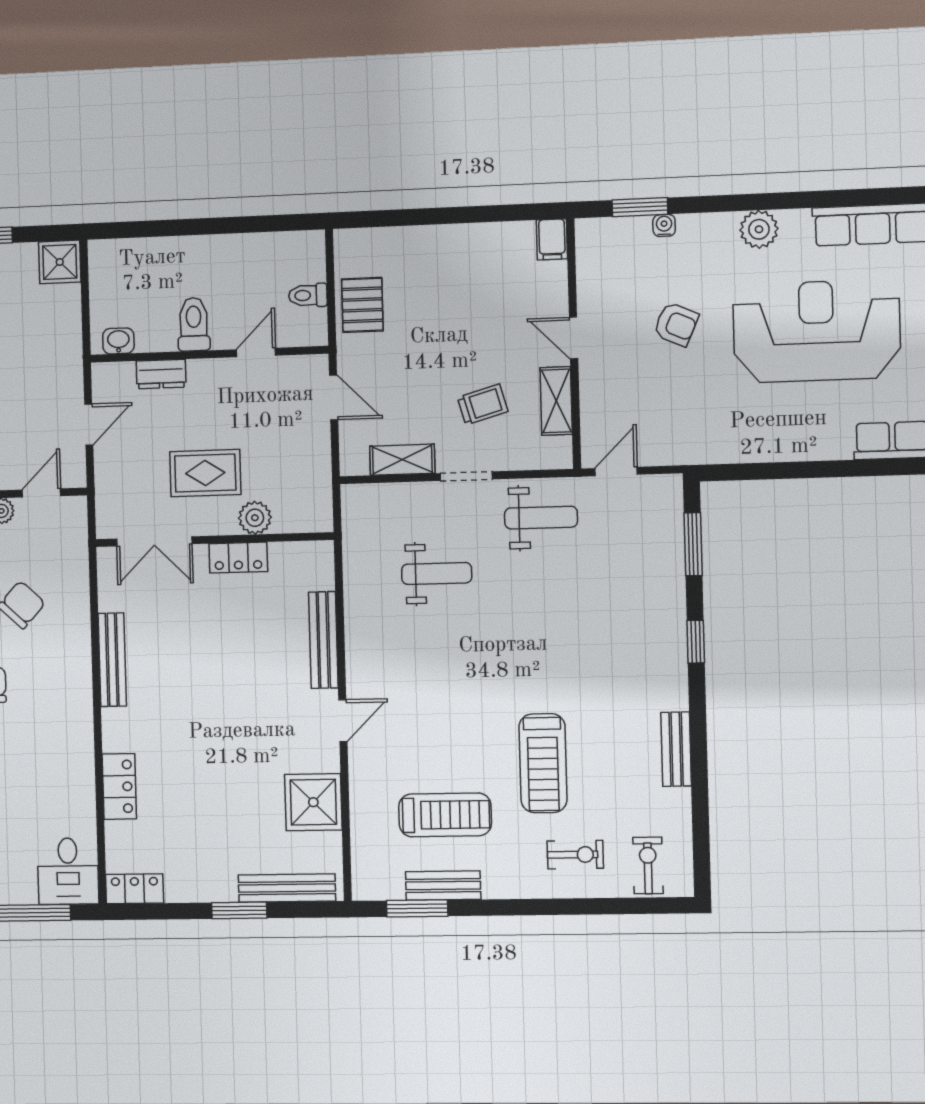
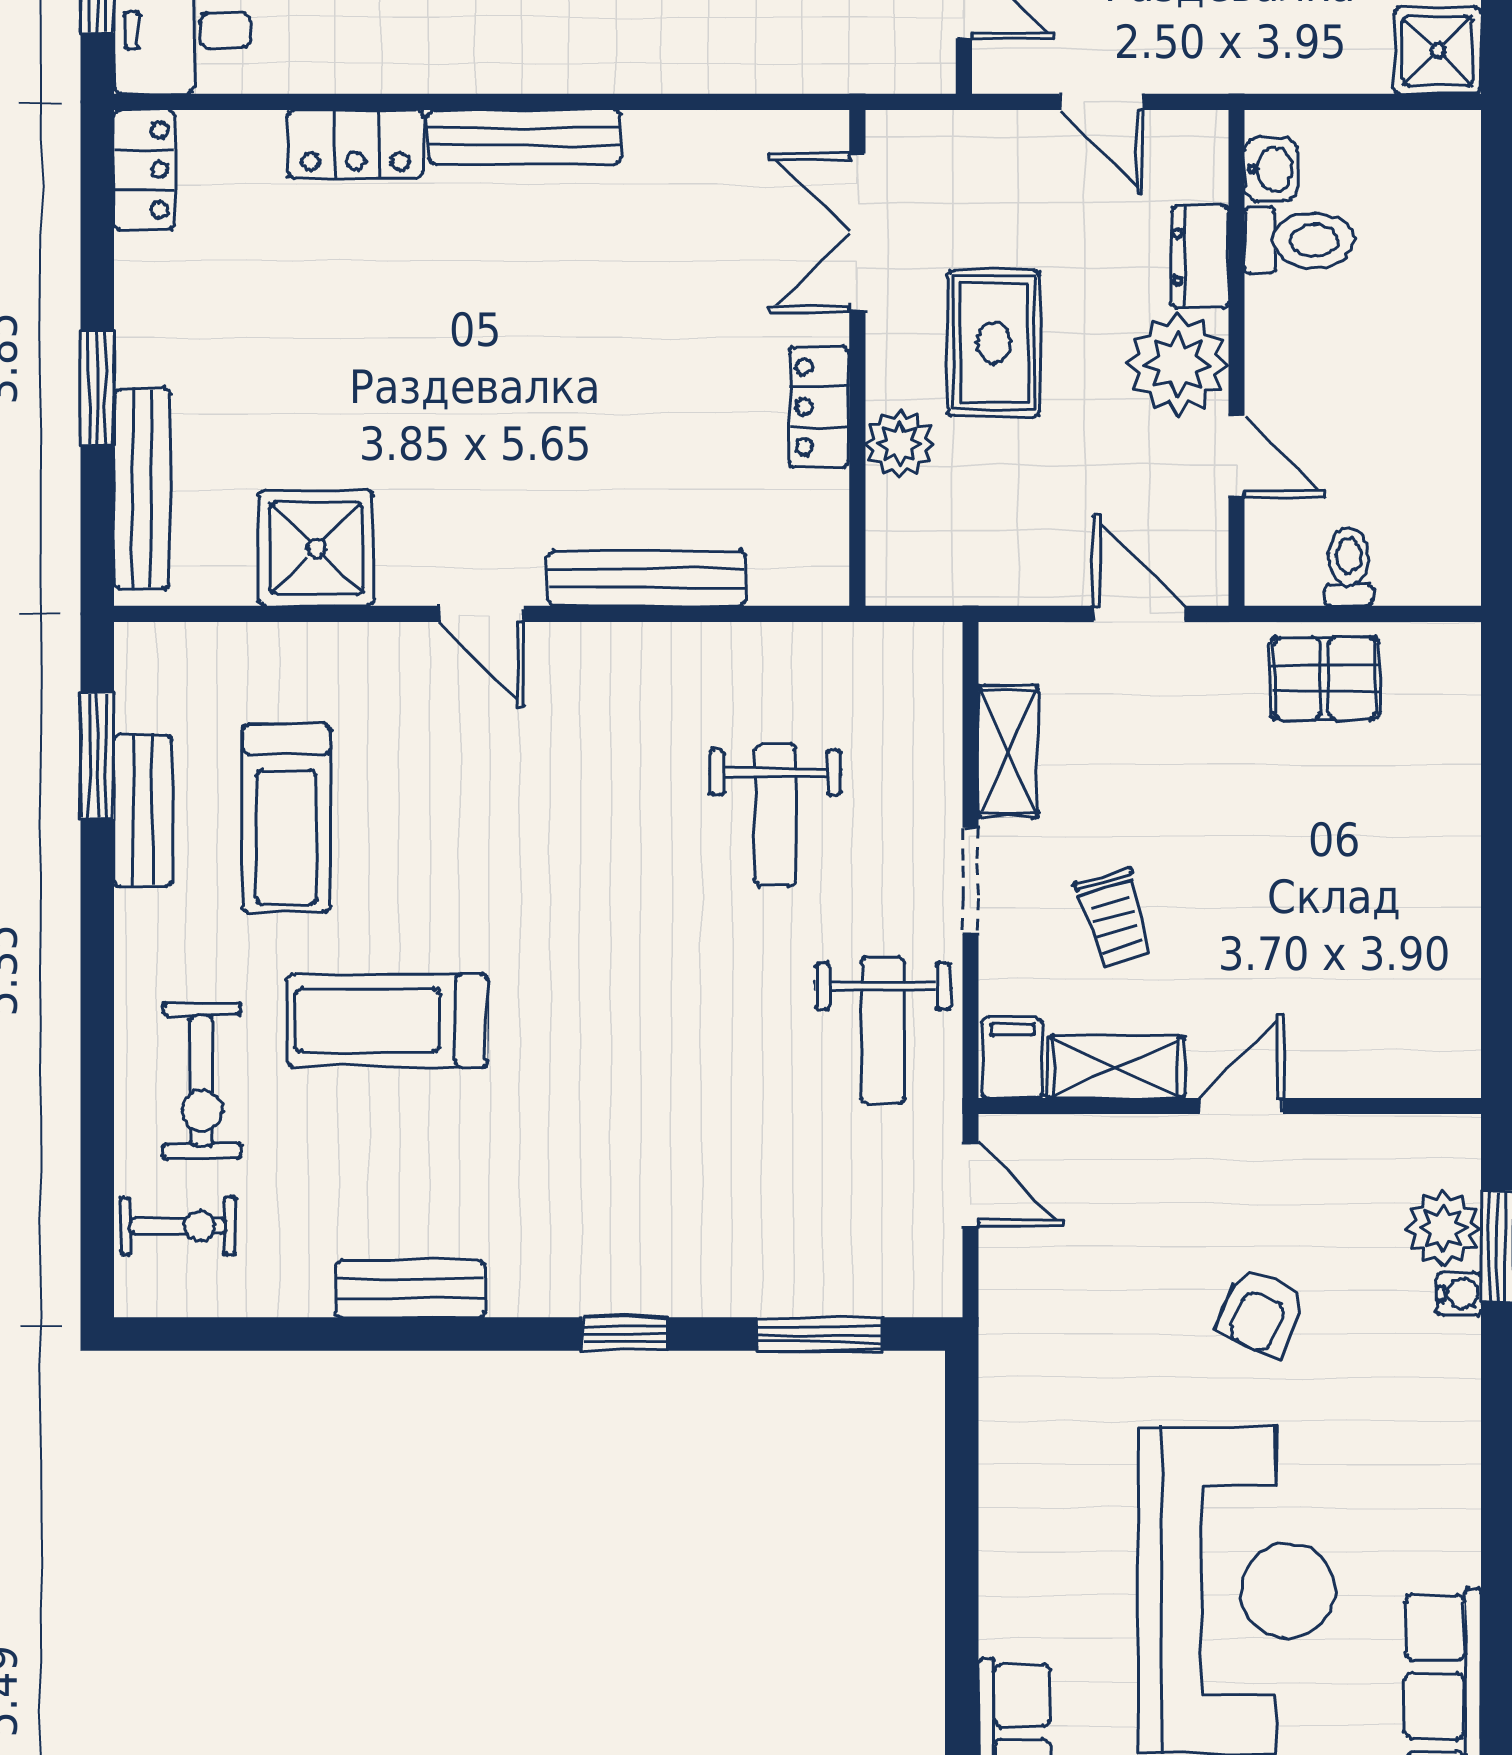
plant: (759, 229) -> (1443, 1229), moved
filing cabinet: (552, 239) -> (1012, 1058), moved, turned 90
toilet: (194, 324) -> (1299, 240), moved
plant: (213, 383) -> (1178, 364), added
door: (334, 397) -> (1139, 614), swing flipped
bench: (112, 660) -> (524, 137), moved
exercise bike: (575, 855) -> (202, 1081), width x1.38, depth x1.39

